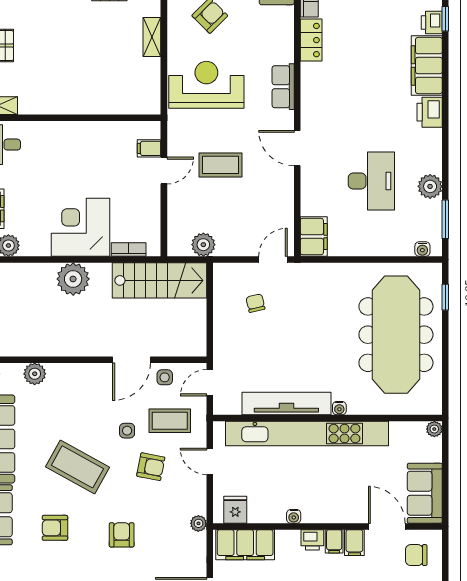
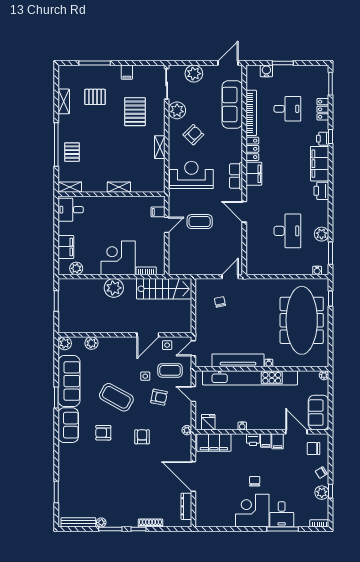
shelving: (82, 106) -> (119, 187), added
filing cabinet: (314, 236) -> (254, 174), moved
plant: (203, 245) -> (190, 268), removed

